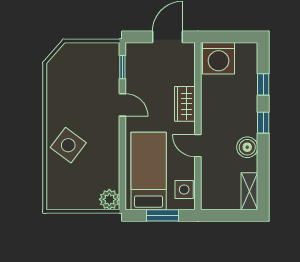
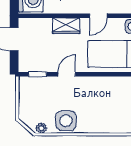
plant: (53, 72) -> (41, 128), added
side table: (68, 145) -> (66, 121), moved, turned -37

